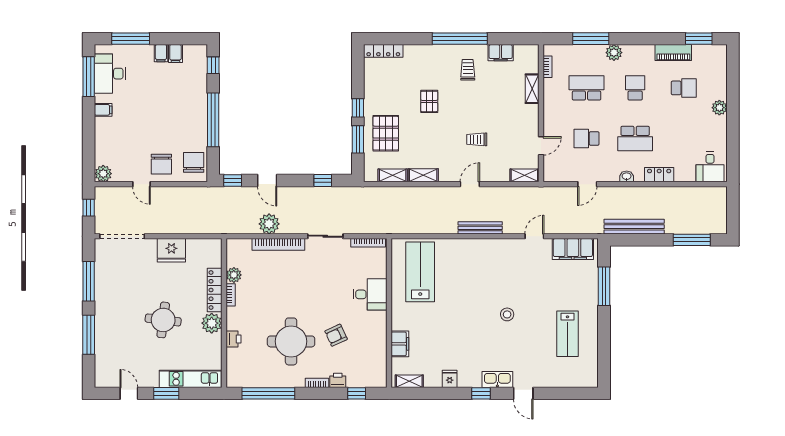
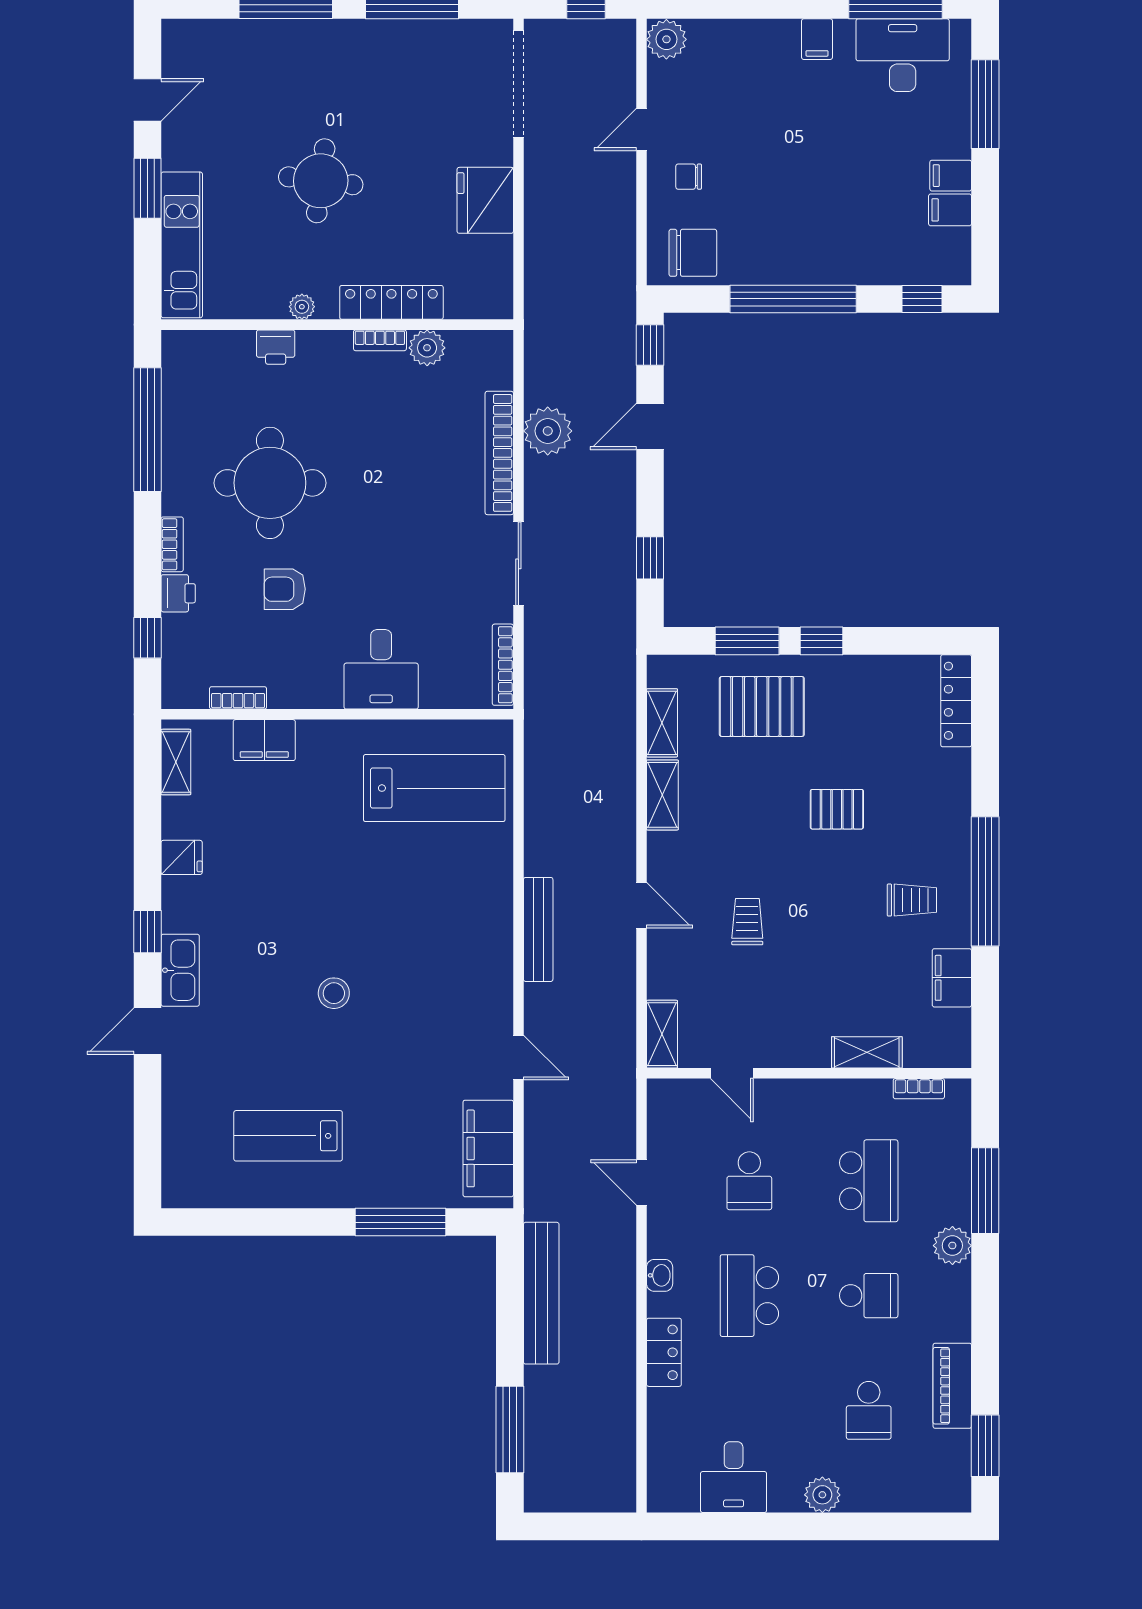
school desk: (587, 138) -> (749, 1181), turned 180
chair: (161, 164) -> (689, 177), width x0.54, depth x0.54
desk: (710, 167) -> (734, 1477), moved, turned -90
plant: (212, 323) -> (302, 307), width x0.53, depth x0.53
armchair: (336, 335) -> (285, 589), turned -65
bookcase: (382, 355) -> (238, 698), added

